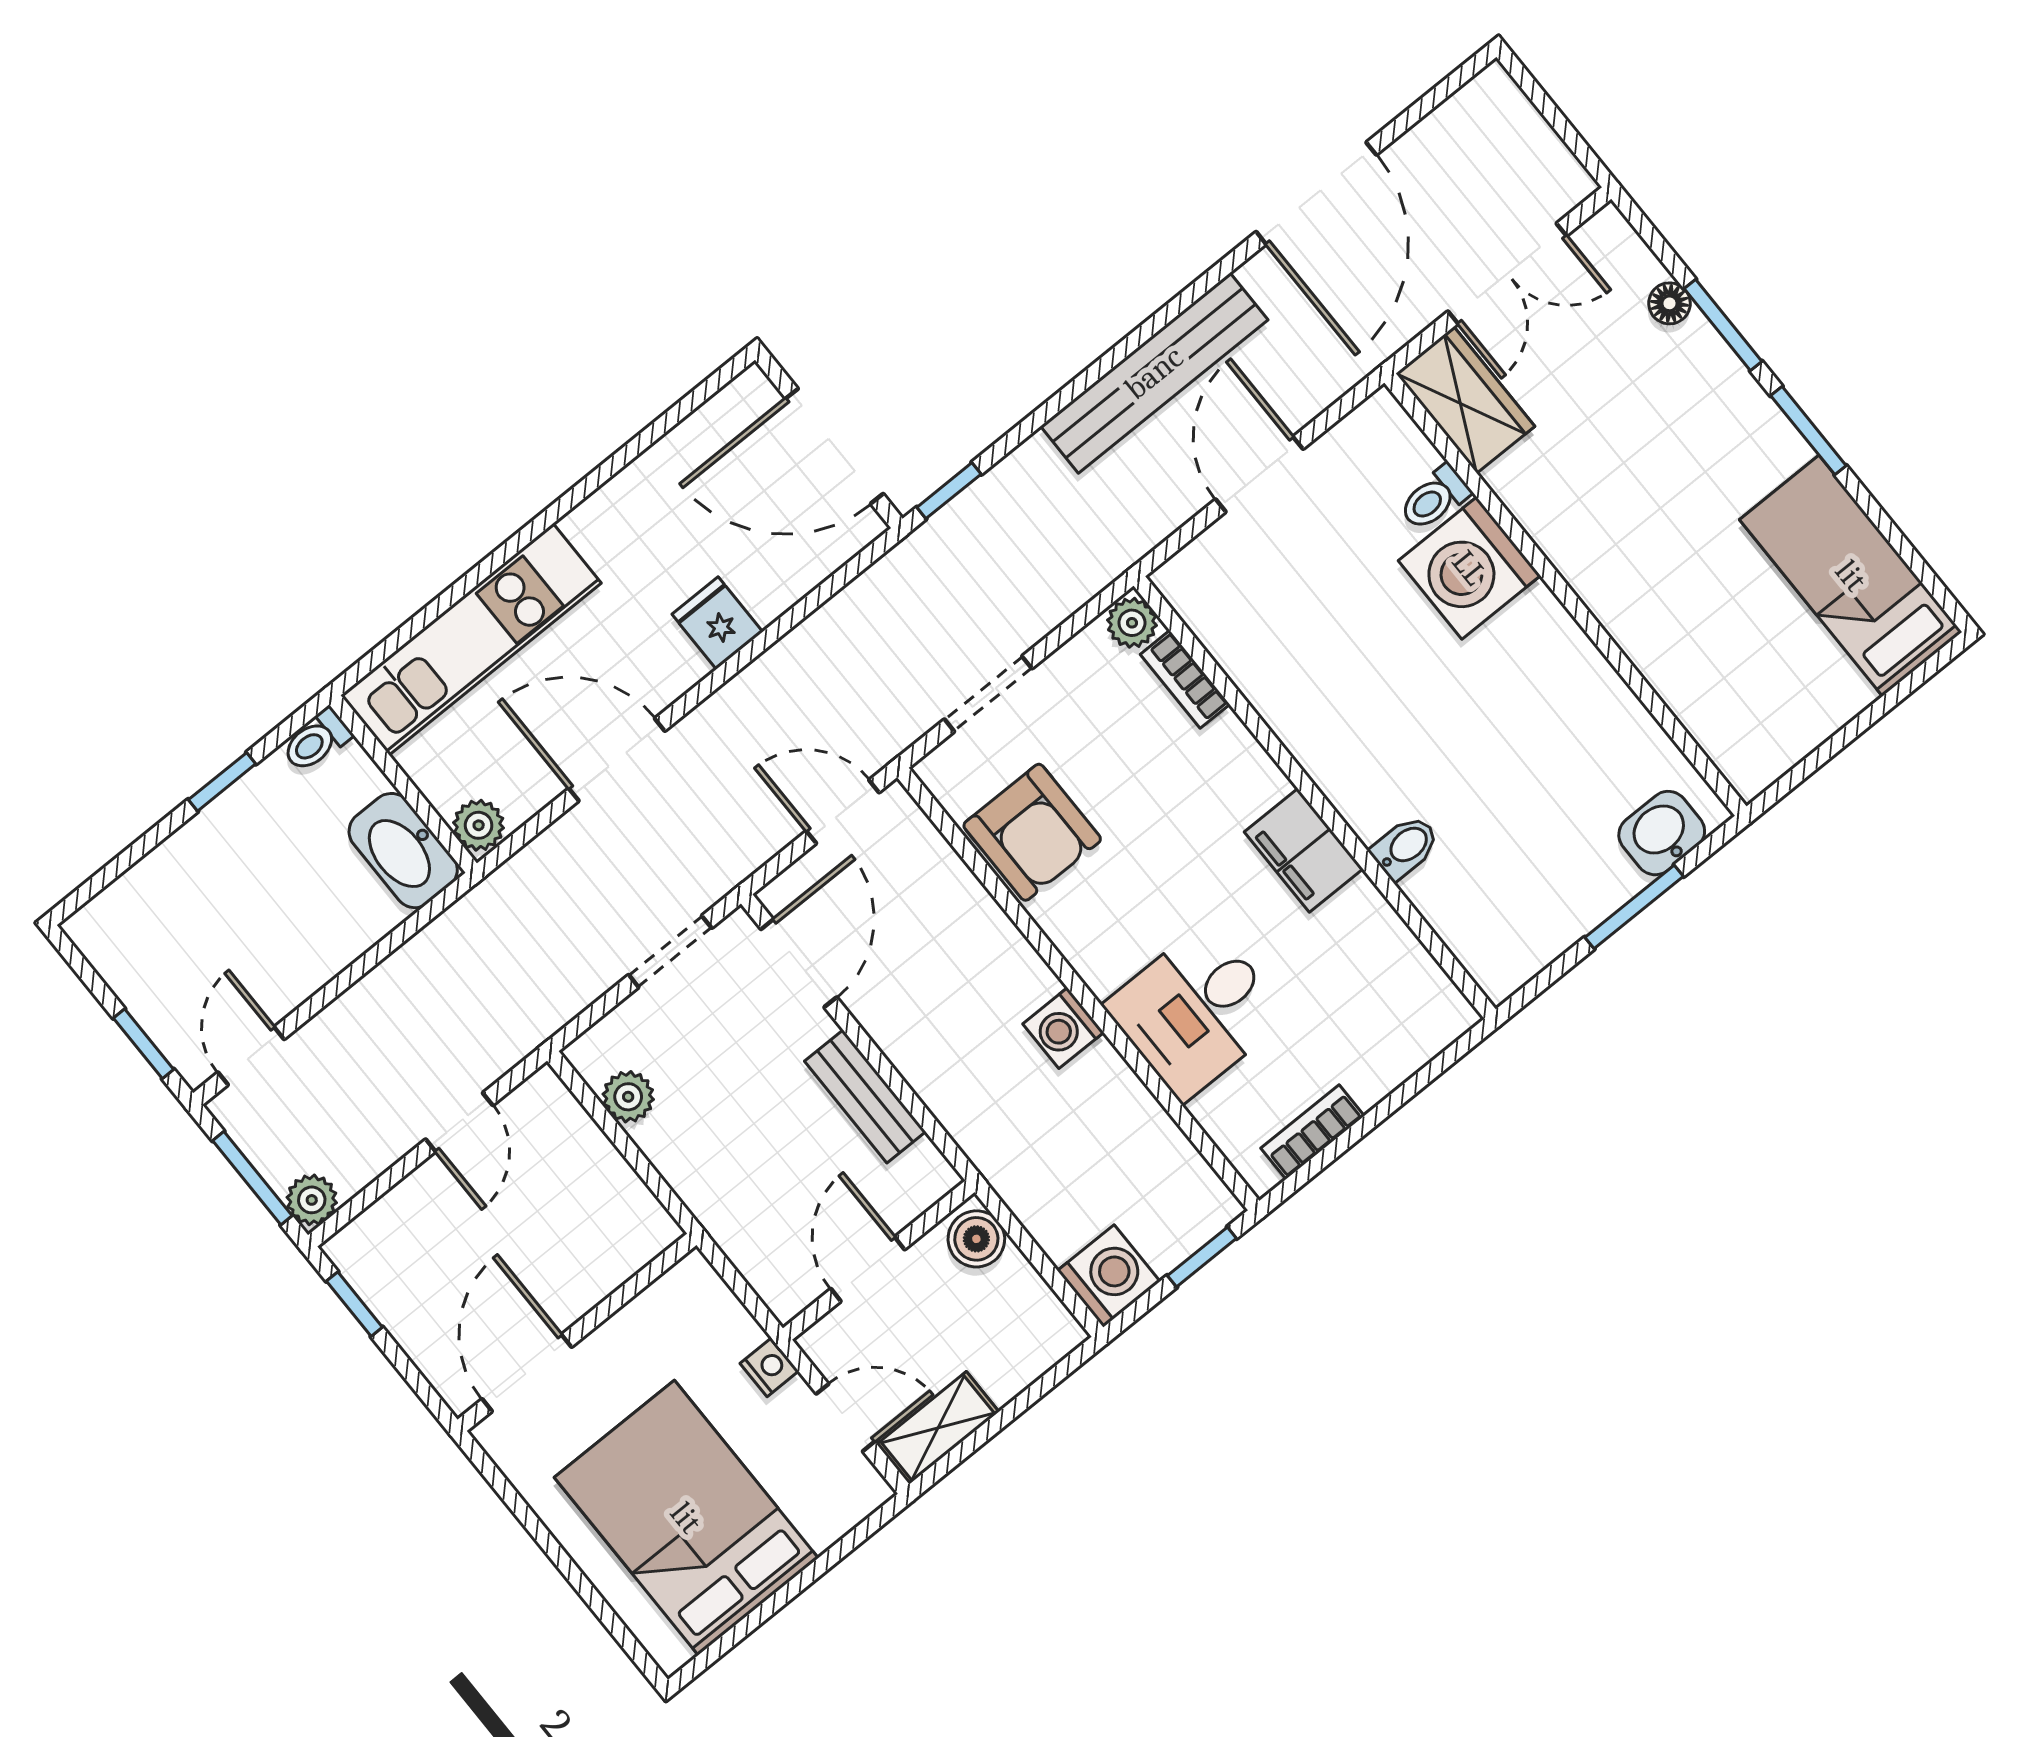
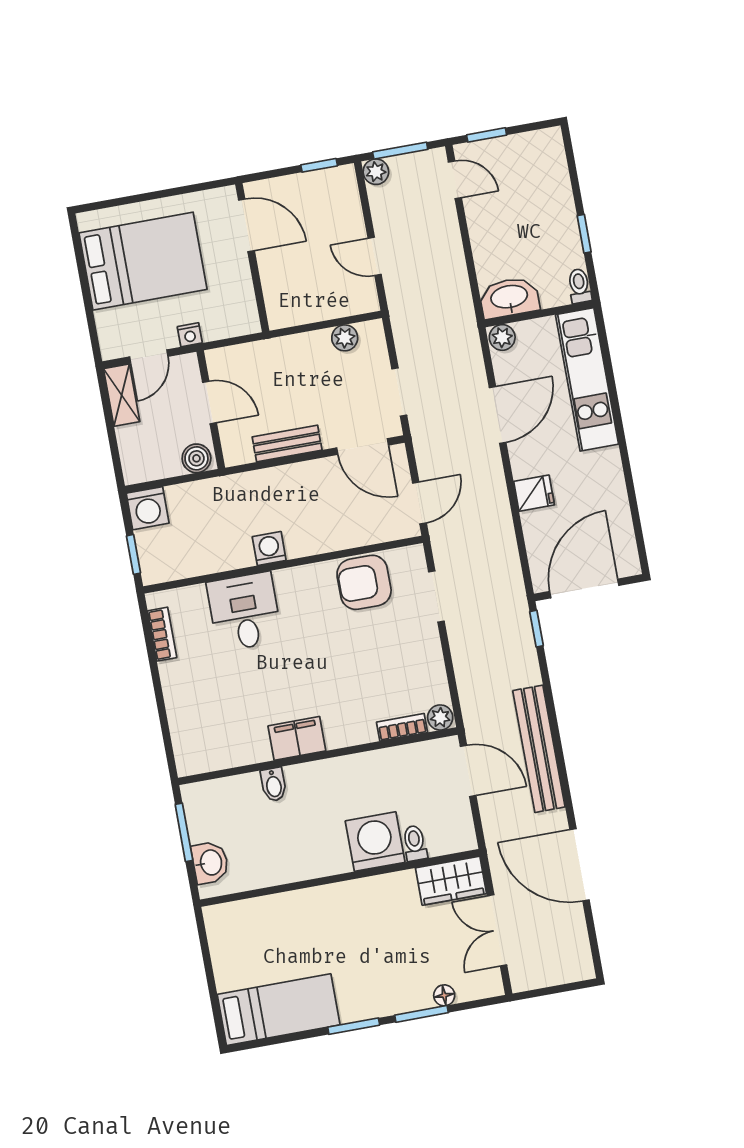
plant: (1132, 623) -> (440, 717), moved
bookcase: (1185, 679) -> (402, 727), moved
wall: (1315, 798) -> (318, 756), moved
bidet: (1405, 847) -> (274, 784), moved
filing cabinet: (1304, 850) -> (297, 738), moved

